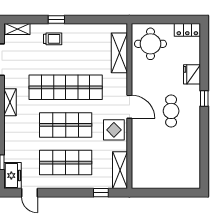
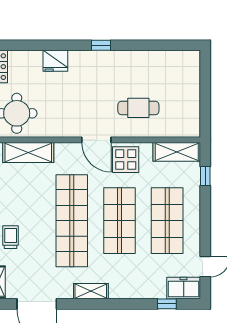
window: (204, 98) -> (101, 45), moved
door: (129, 107) -> (96, 140), swing flipped
cafe table: (171, 111) -> (138, 108), moved

